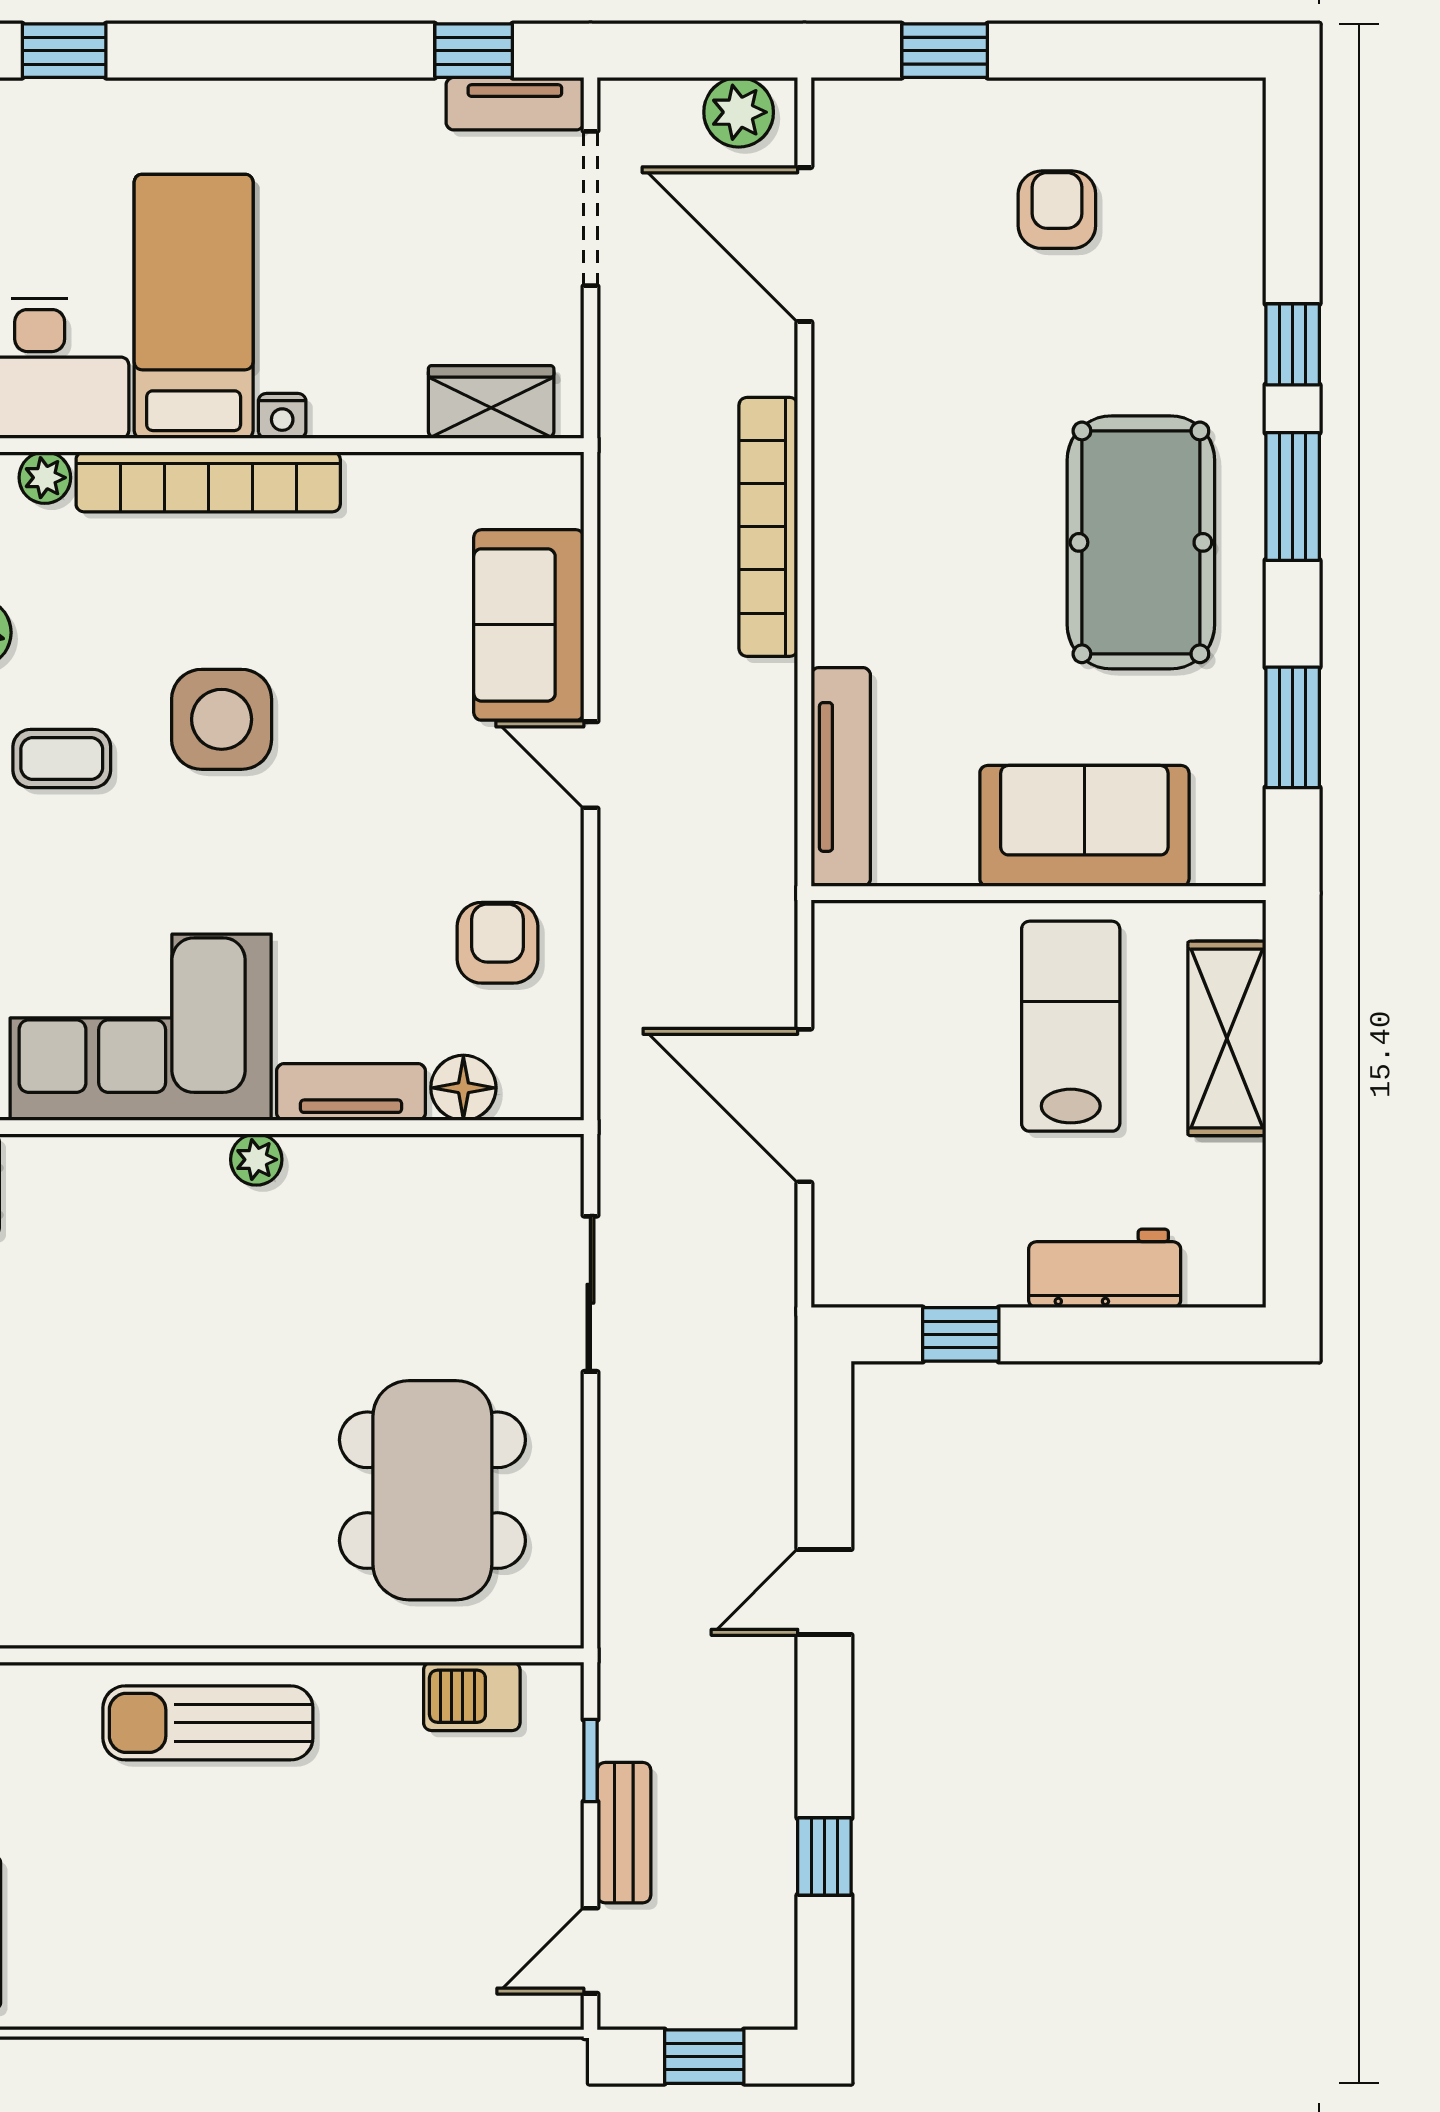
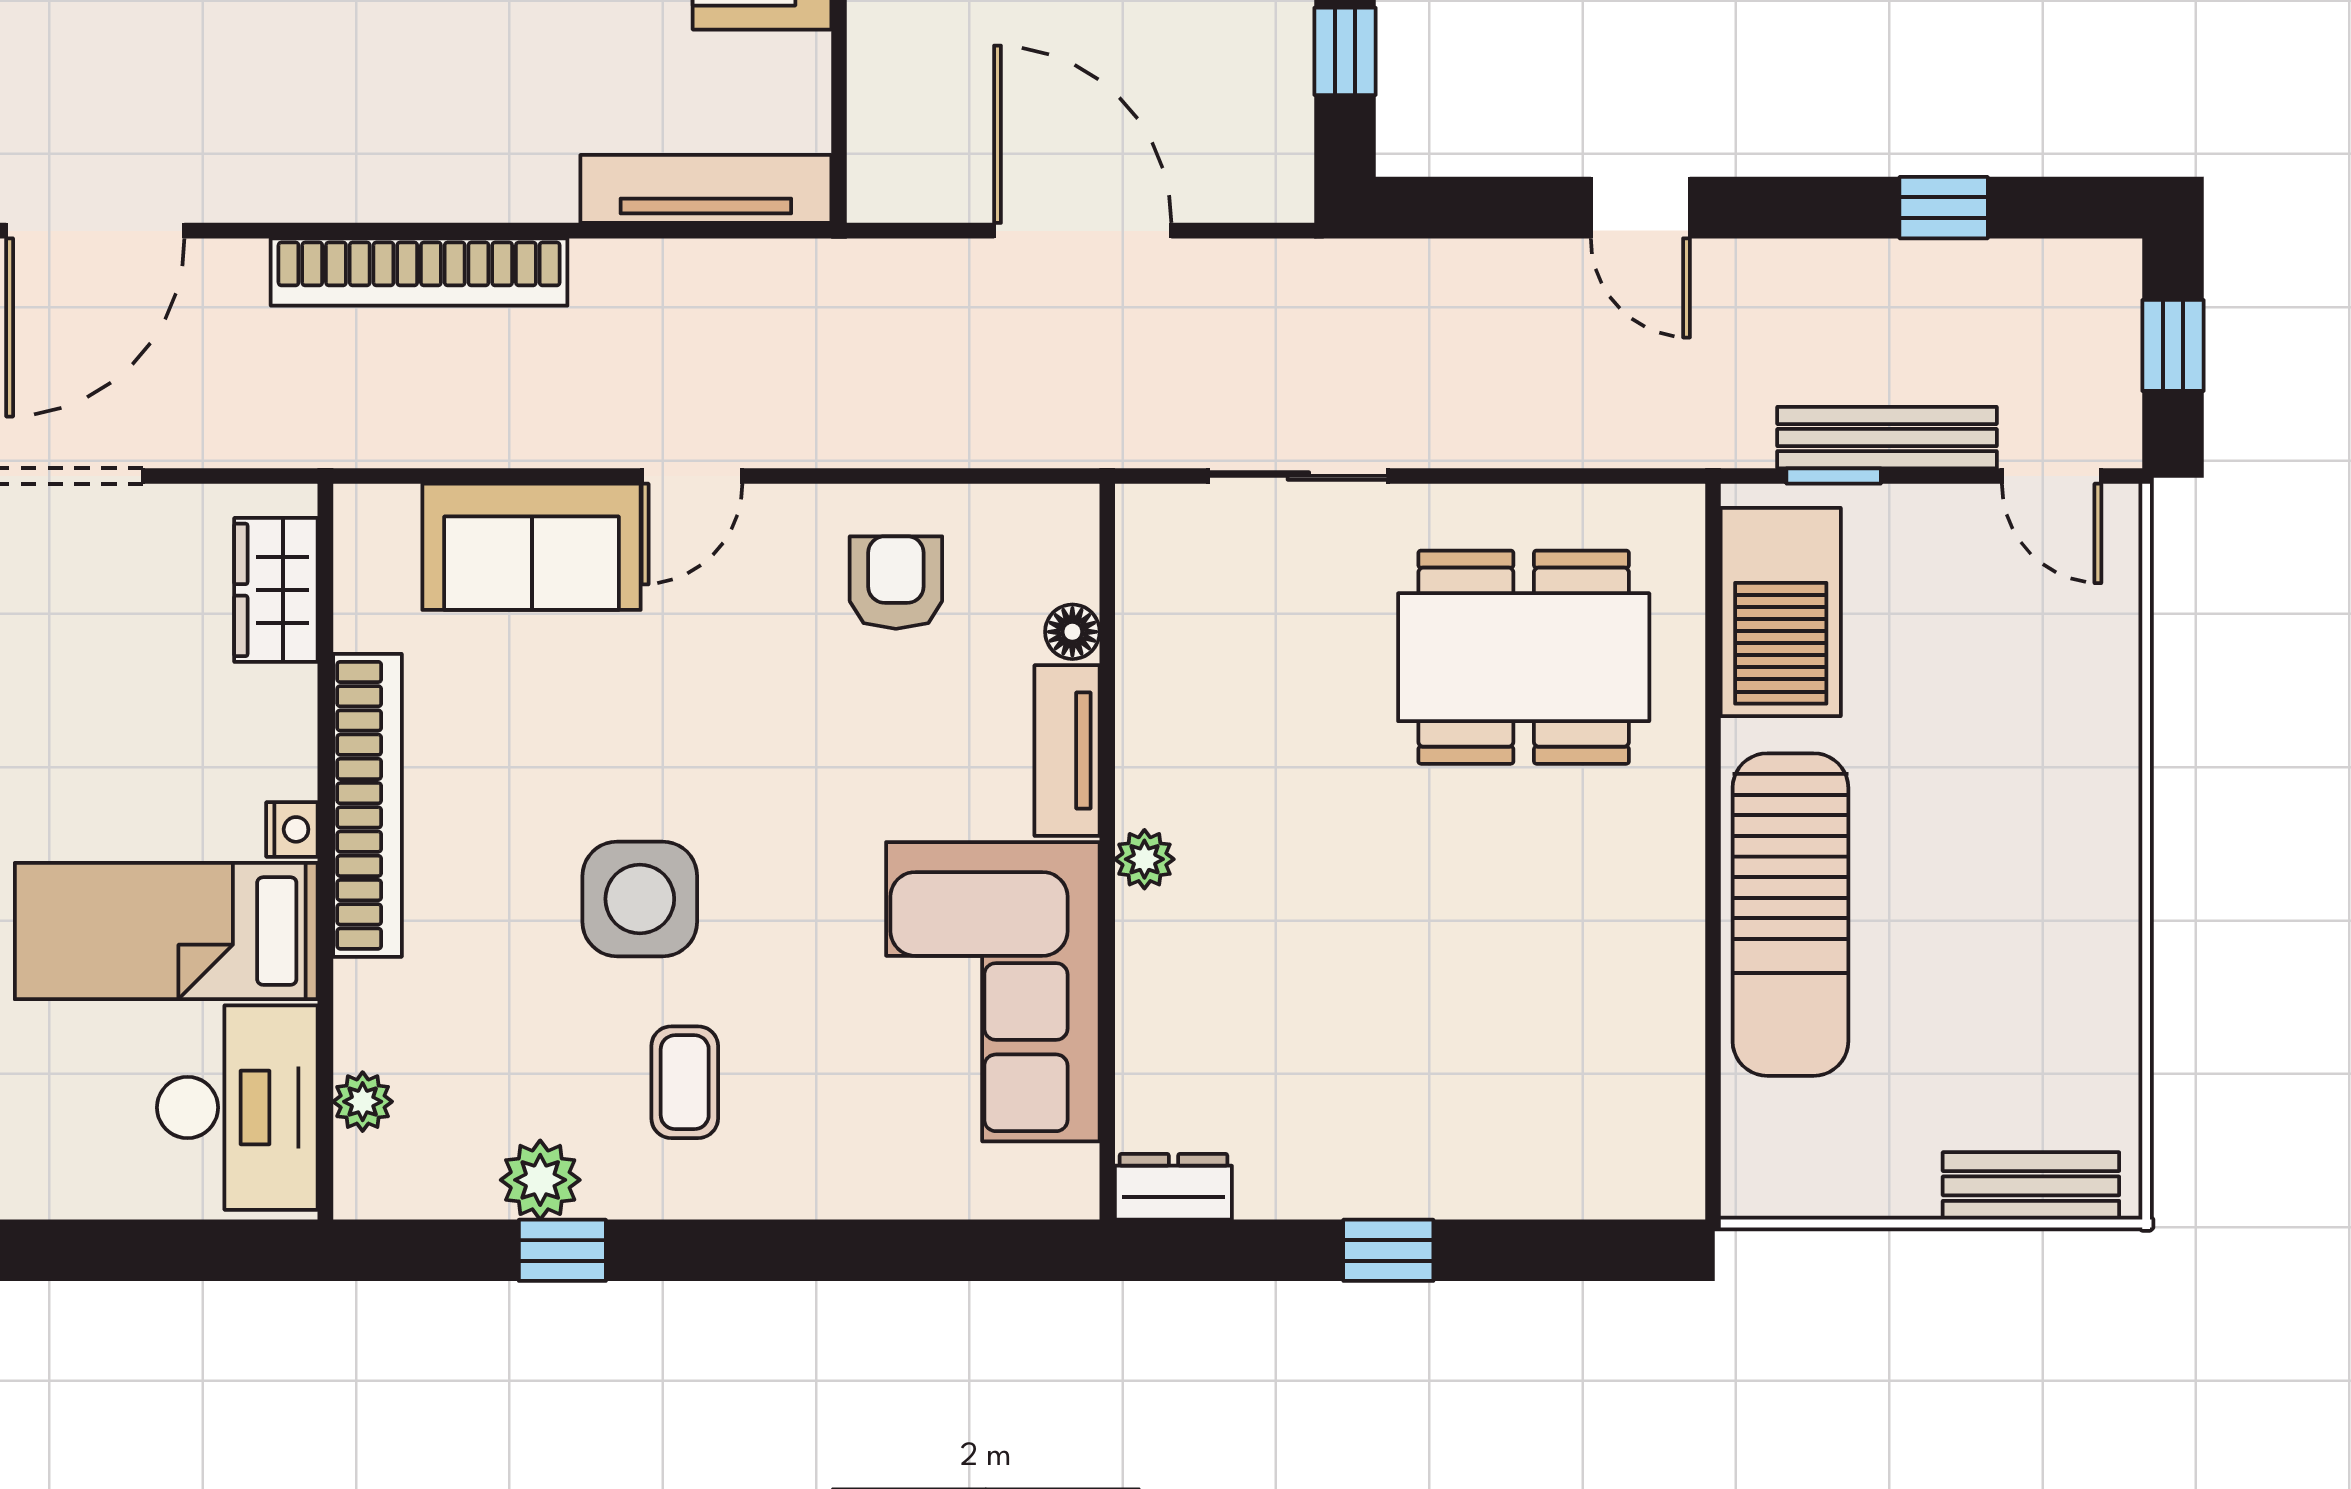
bookcase: (208, 482) -> (367, 805), moved
armchair: (498, 943) -> (896, 583), turned 90
floor lamp: (463, 1088) -> (1072, 632), width x0.73, depth x0.73
door: (804, 1106) -> (1083, 231), swing flipped
barbecue: (472, 1696) -> (1781, 612), width x1.88, depth x1.53
sun lounger: (208, 1723) -> (1790, 915), width x1.36, depth x1.34
bench: (624, 1833) -> (1887, 438), width x1.36

